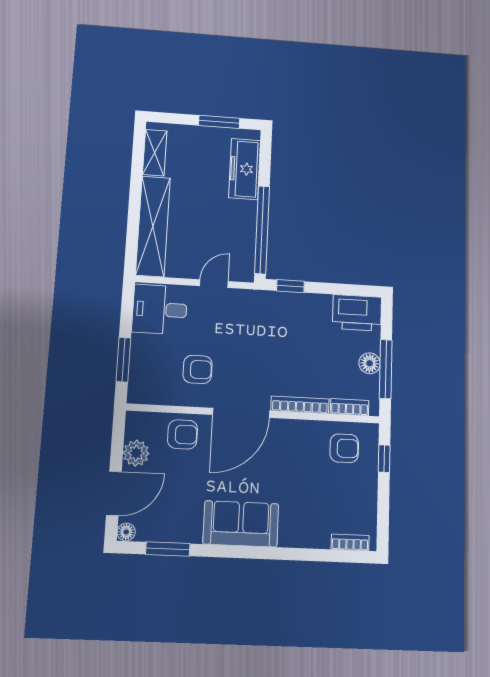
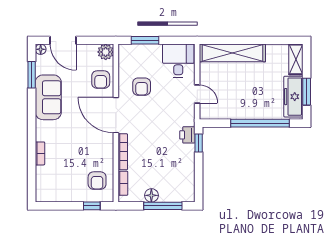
shelving: (155, 153) -> (296, 59), moved, turned 90
freezer: (245, 169) -> (293, 97), moved, turned -90
window: (262, 230) -> (260, 123), moved
printer: (357, 313) -> (187, 135), moved, width x0.53, depth x0.68
window: (386, 369) -> (163, 206), moved
plant: (136, 453) -> (106, 52), moved
sofa: (241, 524) -> (48, 97), moved
bookcase: (350, 542) -> (40, 153), moved

